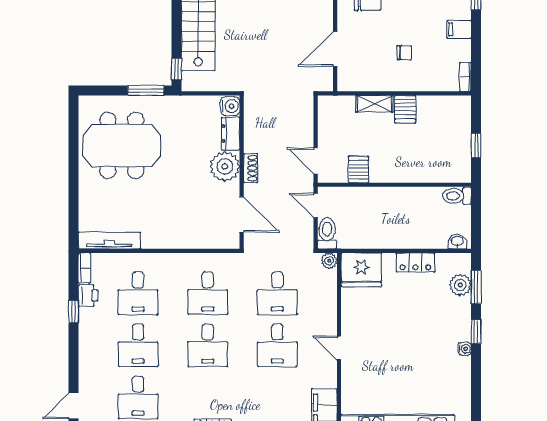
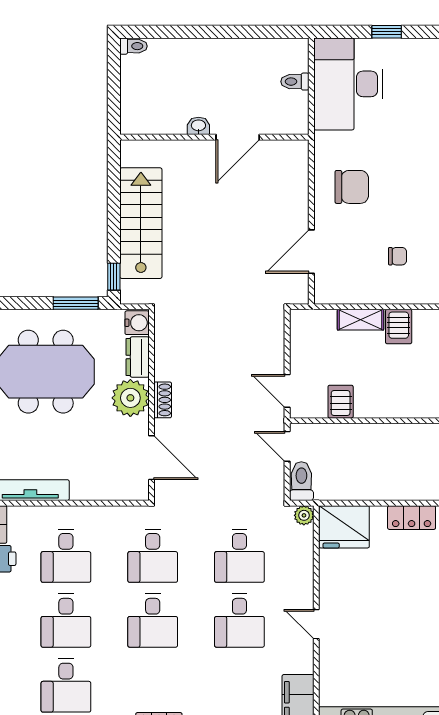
water cooler: (230, 106) -> (137, 323), moved
dresser: (231, 134) -> (138, 357), moved
plant: (225, 166) -> (130, 398), moved
shoe rack: (251, 168) -> (163, 400), moved
wall: (242, 172) -> (151, 405), moved
door: (242, 214) -> (151, 458), moved

